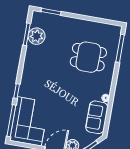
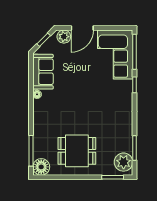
floor lamp: (113, 32) -> (41, 167), added
plant: (37, 36) -> (124, 162), moved
dining table: (88, 57) -> (77, 151), moved

